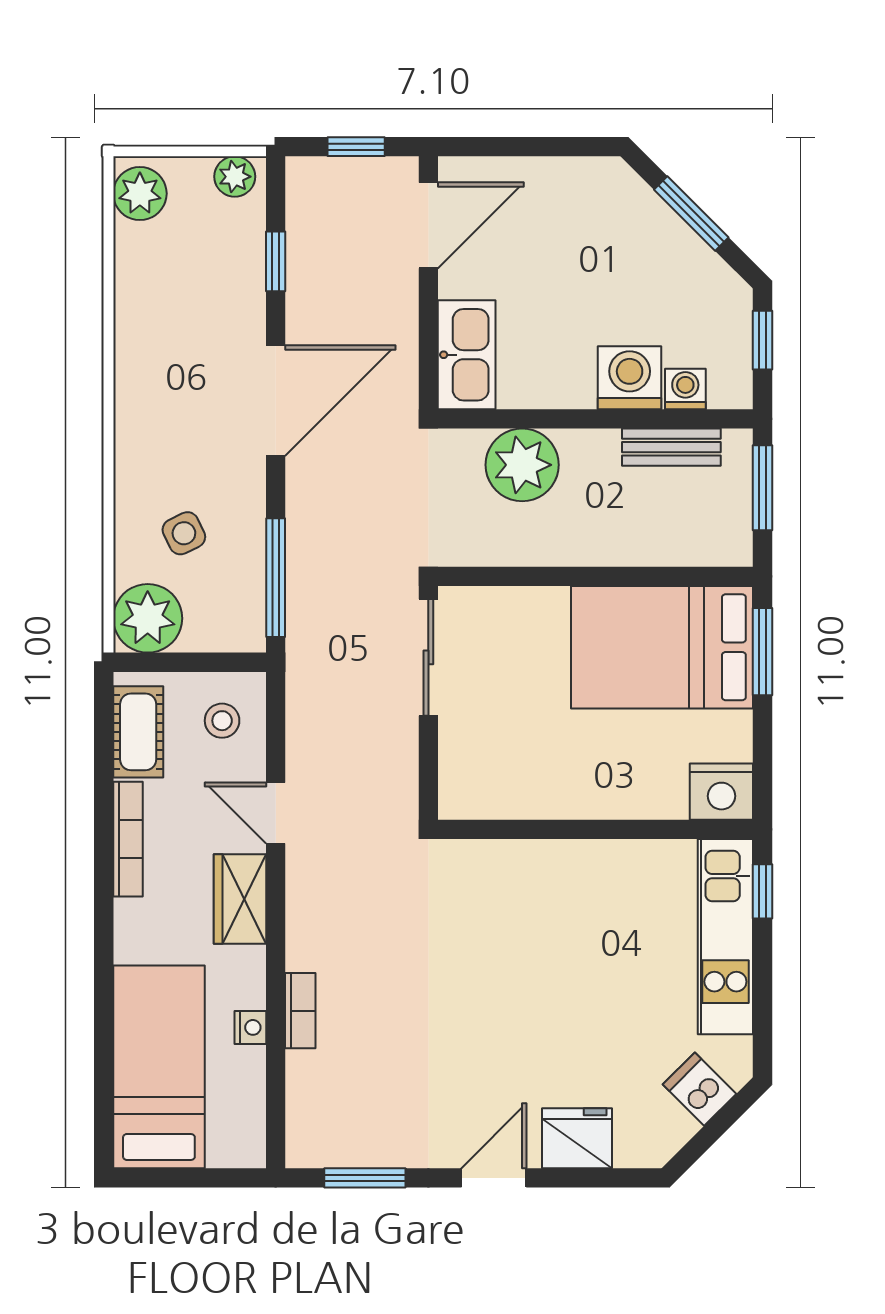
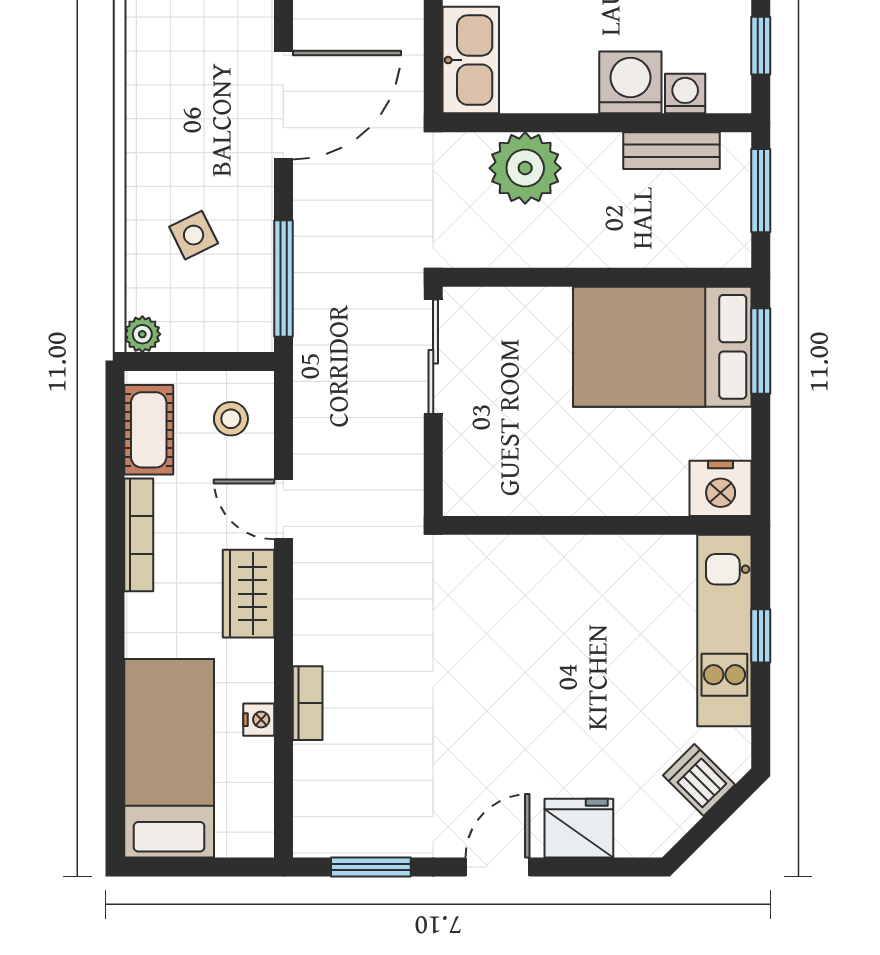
plant: (148, 618) -> (142, 334), width x0.53, depth x0.53
window: (763, 891) -> (761, 636), moved

